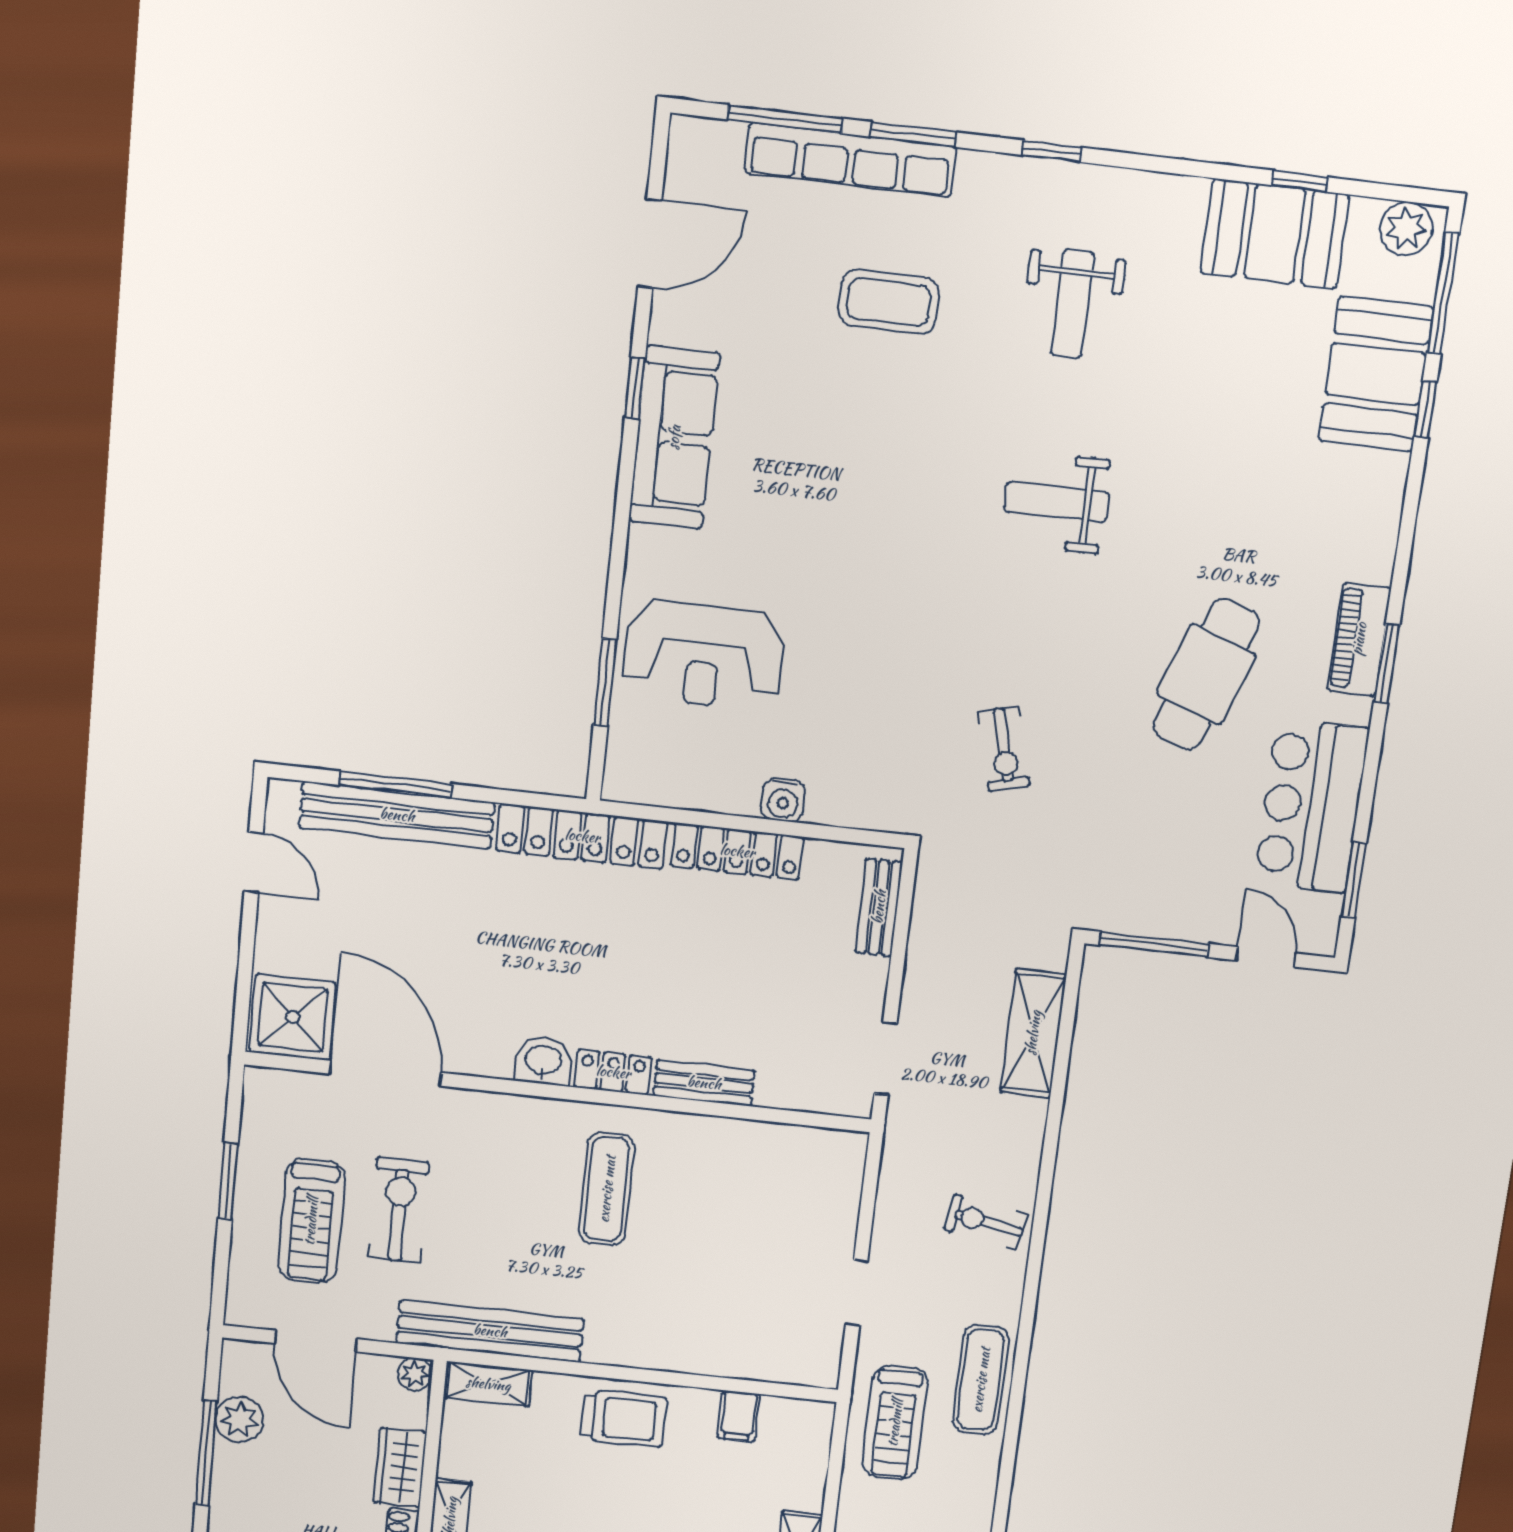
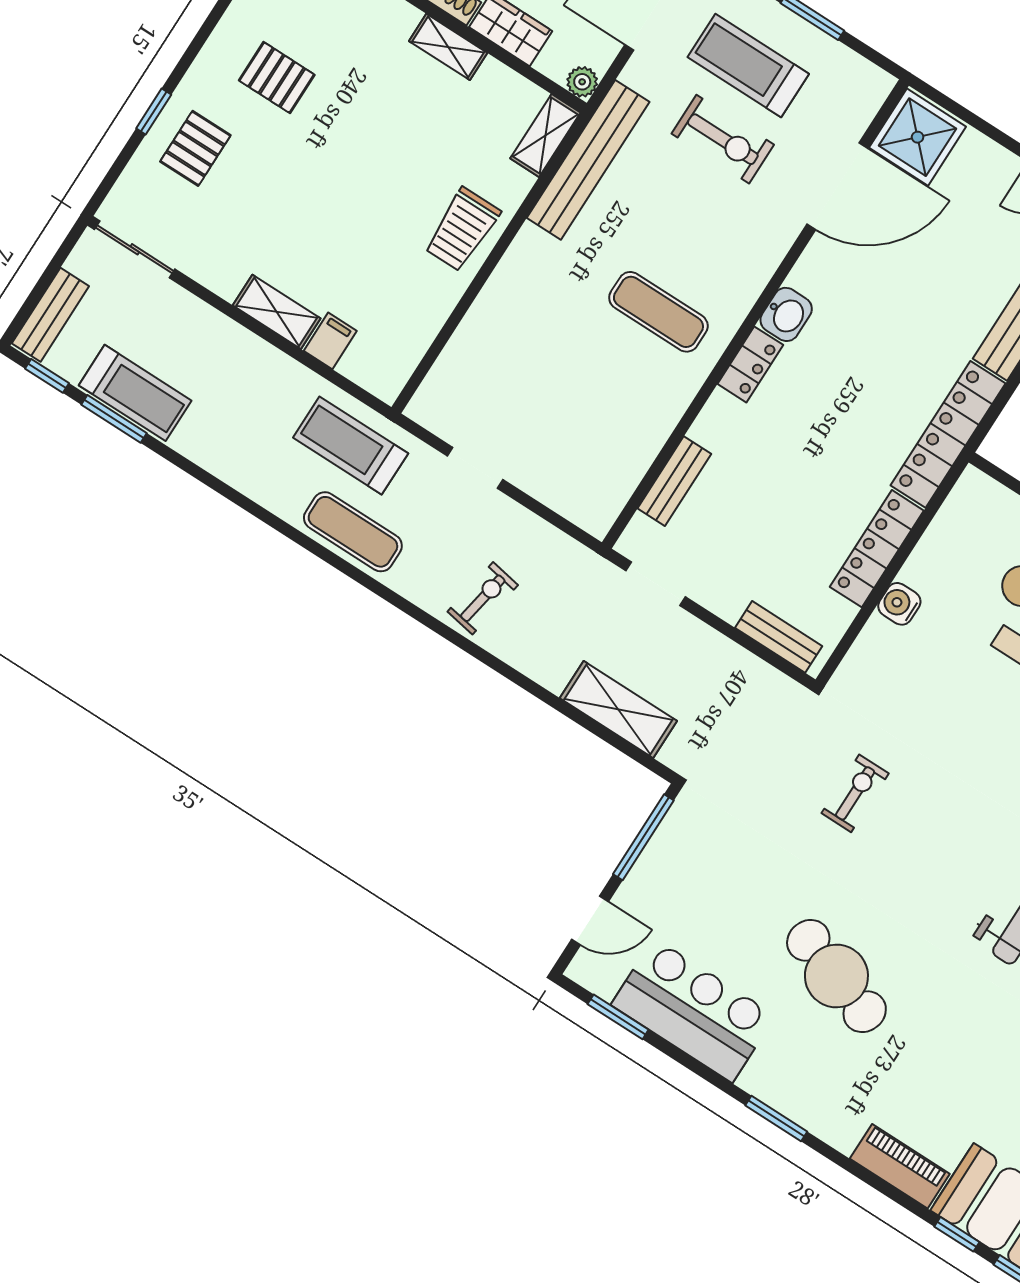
piano: (1359, 639) -> (900, 1166), moved
exercise bike: (1004, 749) -> (855, 793), turned 105
bench: (704, 1083) -> (674, 481), moved
filing cabinet: (739, 1416) -> (330, 341), moved, turned 90

